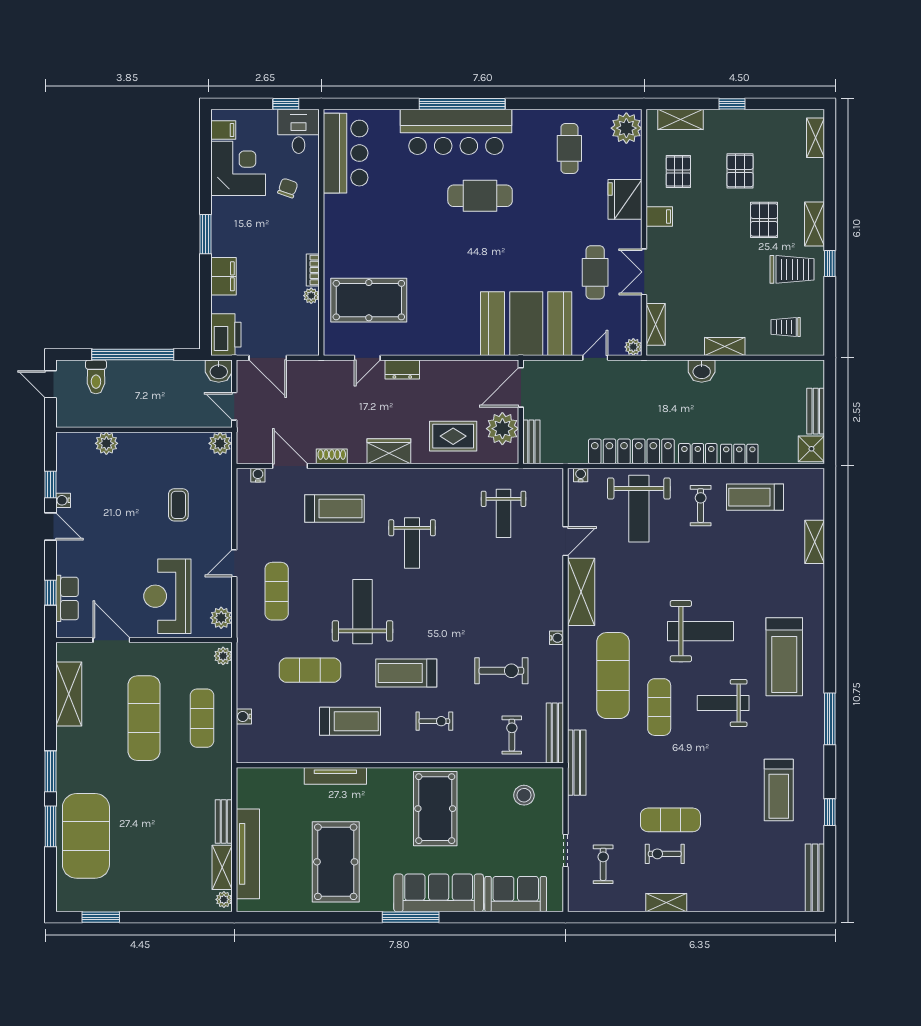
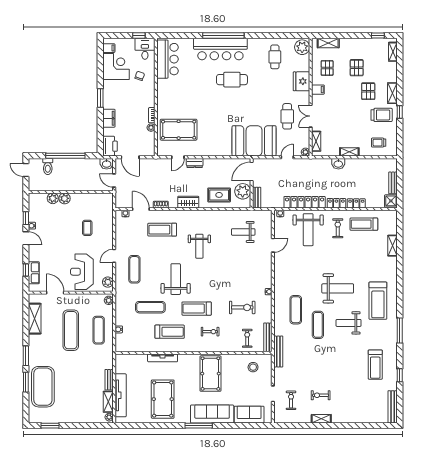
window: (732, 104) -> (378, 36), moved
plant: (220, 443) -> (65, 198), moved
treadmill: (335, 509) -> (162, 230), turned 180
weight bench: (504, 513) -> (243, 232), turned 90
shelving: (581, 592) -> (280, 270), removed
exercise mat: (613, 676) -> (296, 310), width x0.73, depth x0.69
exercise mat: (670, 820) -> (323, 379), removed

